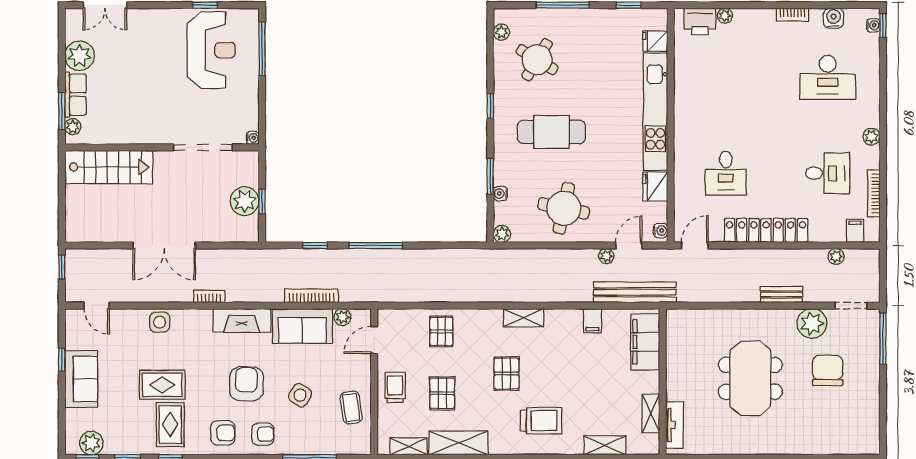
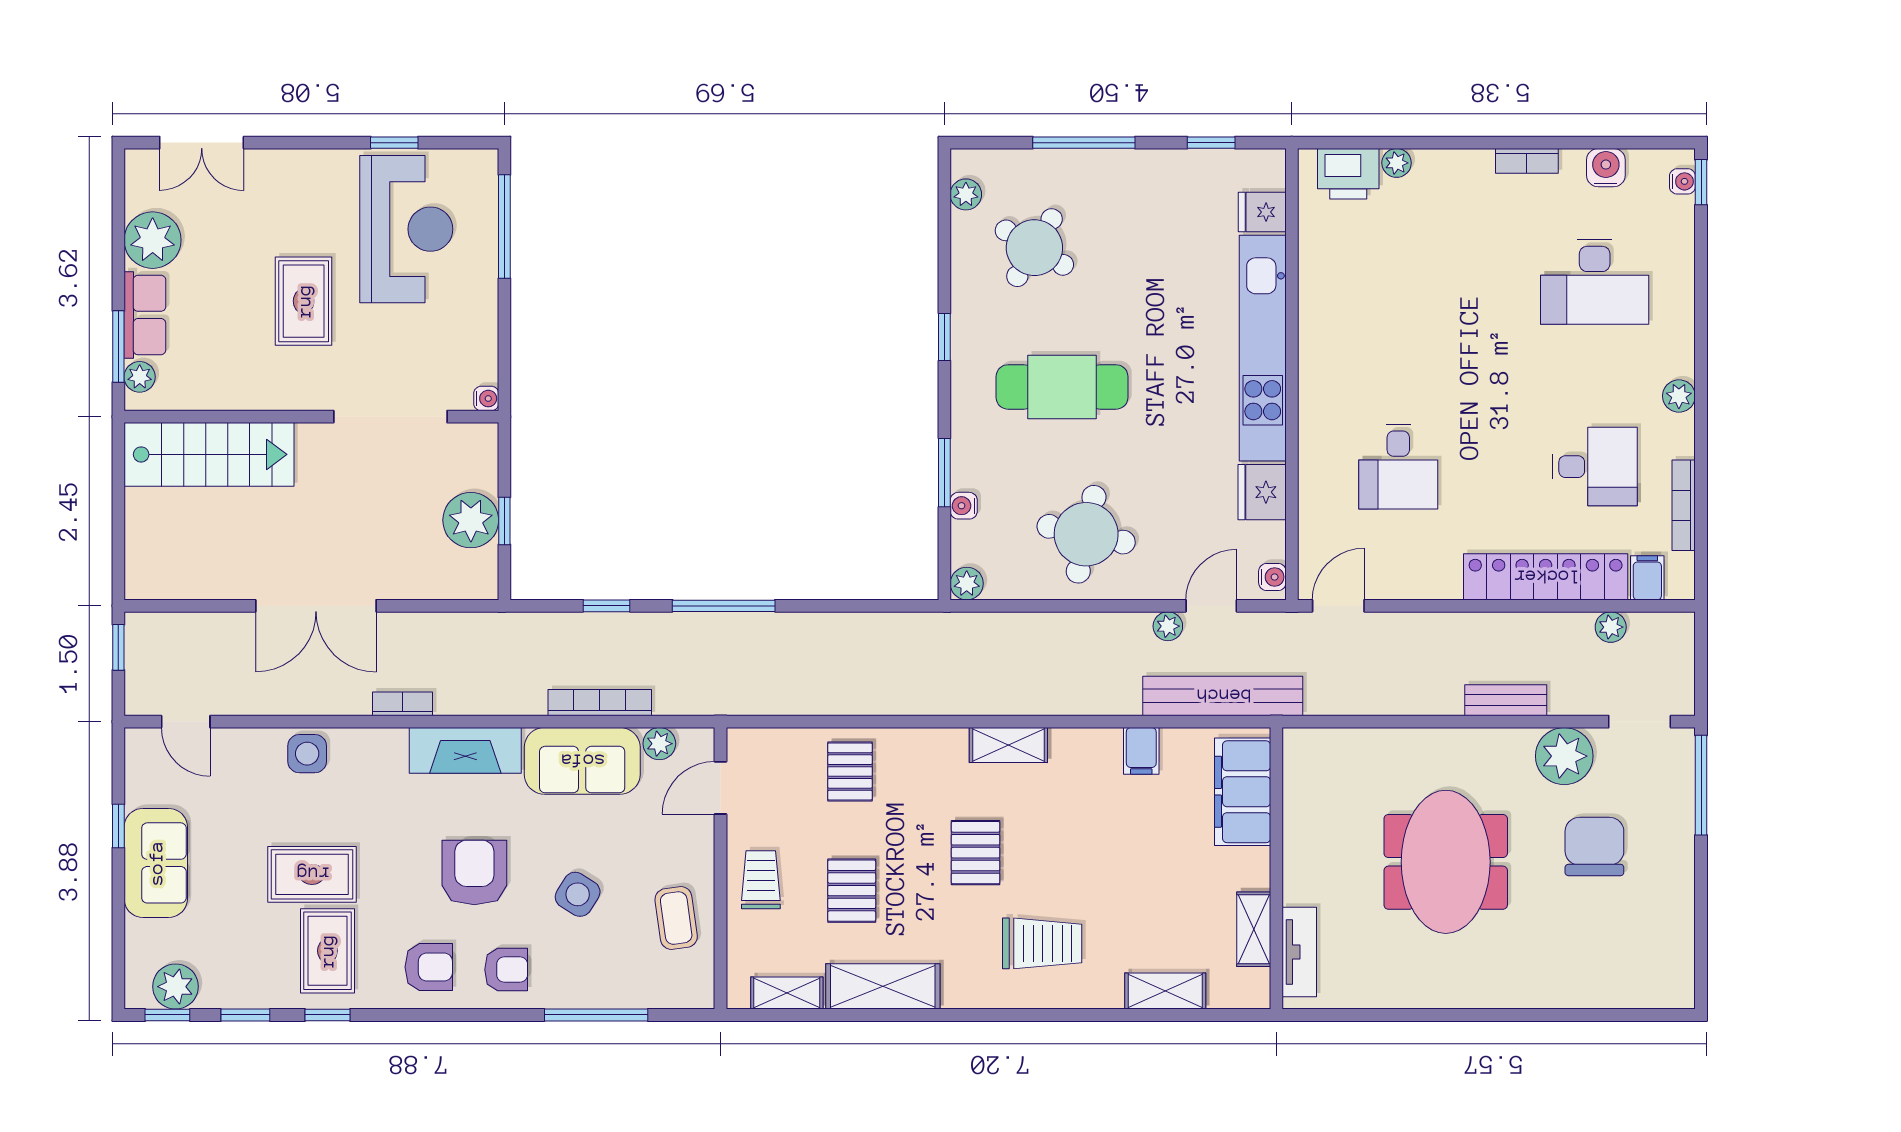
rug: (158, 87) -> (304, 301), added
locker: (766, 230) -> (1546, 577), moved

